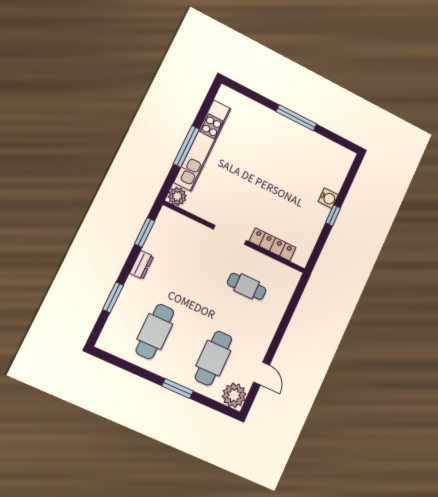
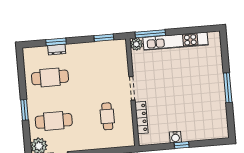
window: (186, 146) -> (150, 34), moved
water cooler: (328, 198) -> (175, 137), moved
dresser: (142, 265) -> (57, 49), moved

